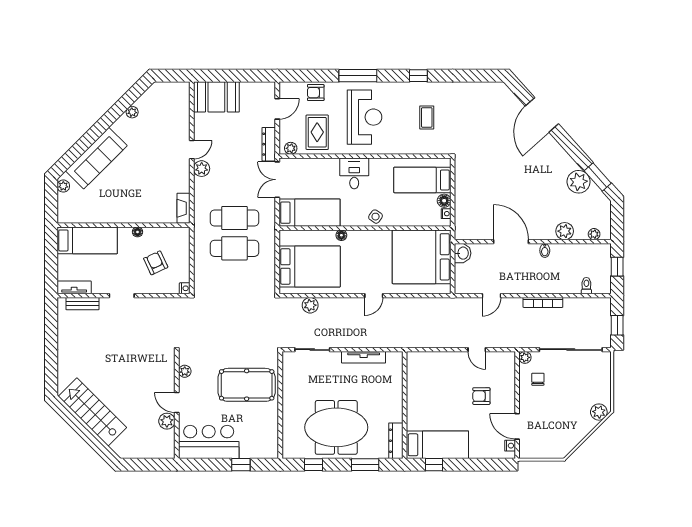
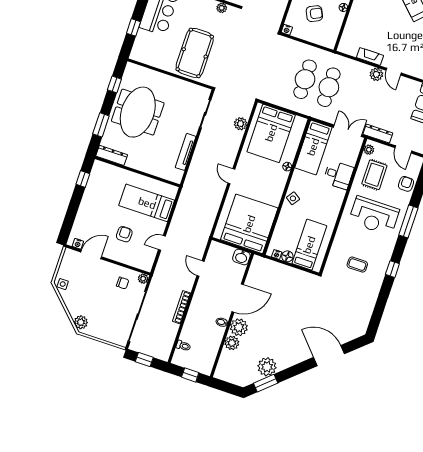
rug: (317, 132) -> (374, 175), turned 90
desk: (354, 173) -> (338, 175), moved
fireplace: (183, 208) -> (370, 56), moved
plant: (594, 234) -> (239, 327), moved, width x1.88, depth x1.88
bed: (437, 445) -> (147, 203), moved, turned 90
side table: (562, 448) -> (63, 284), added

